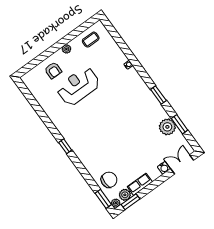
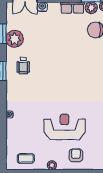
reception desk: (78, 86) -> (65, 127), turned 180
wheelchair: (145, 111) -> (23, 66), added

